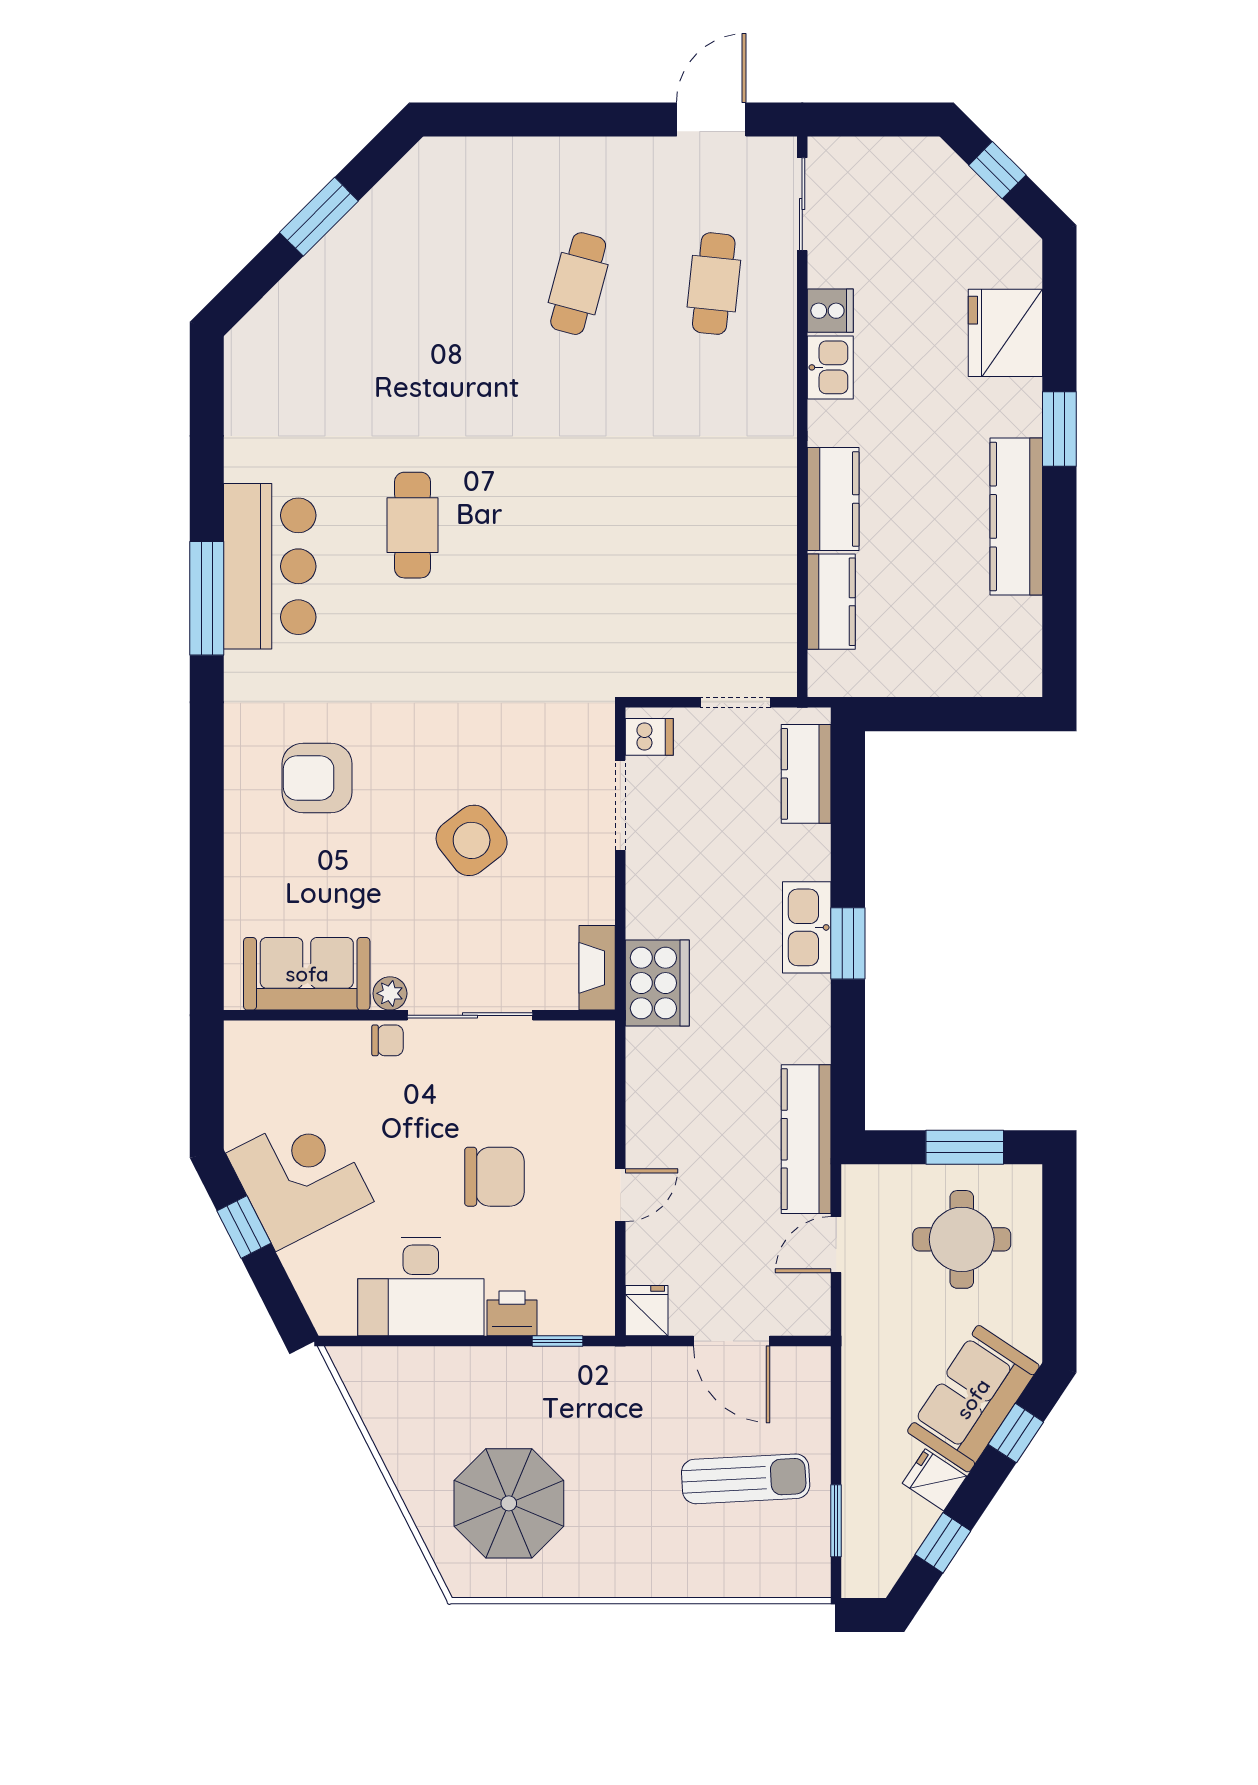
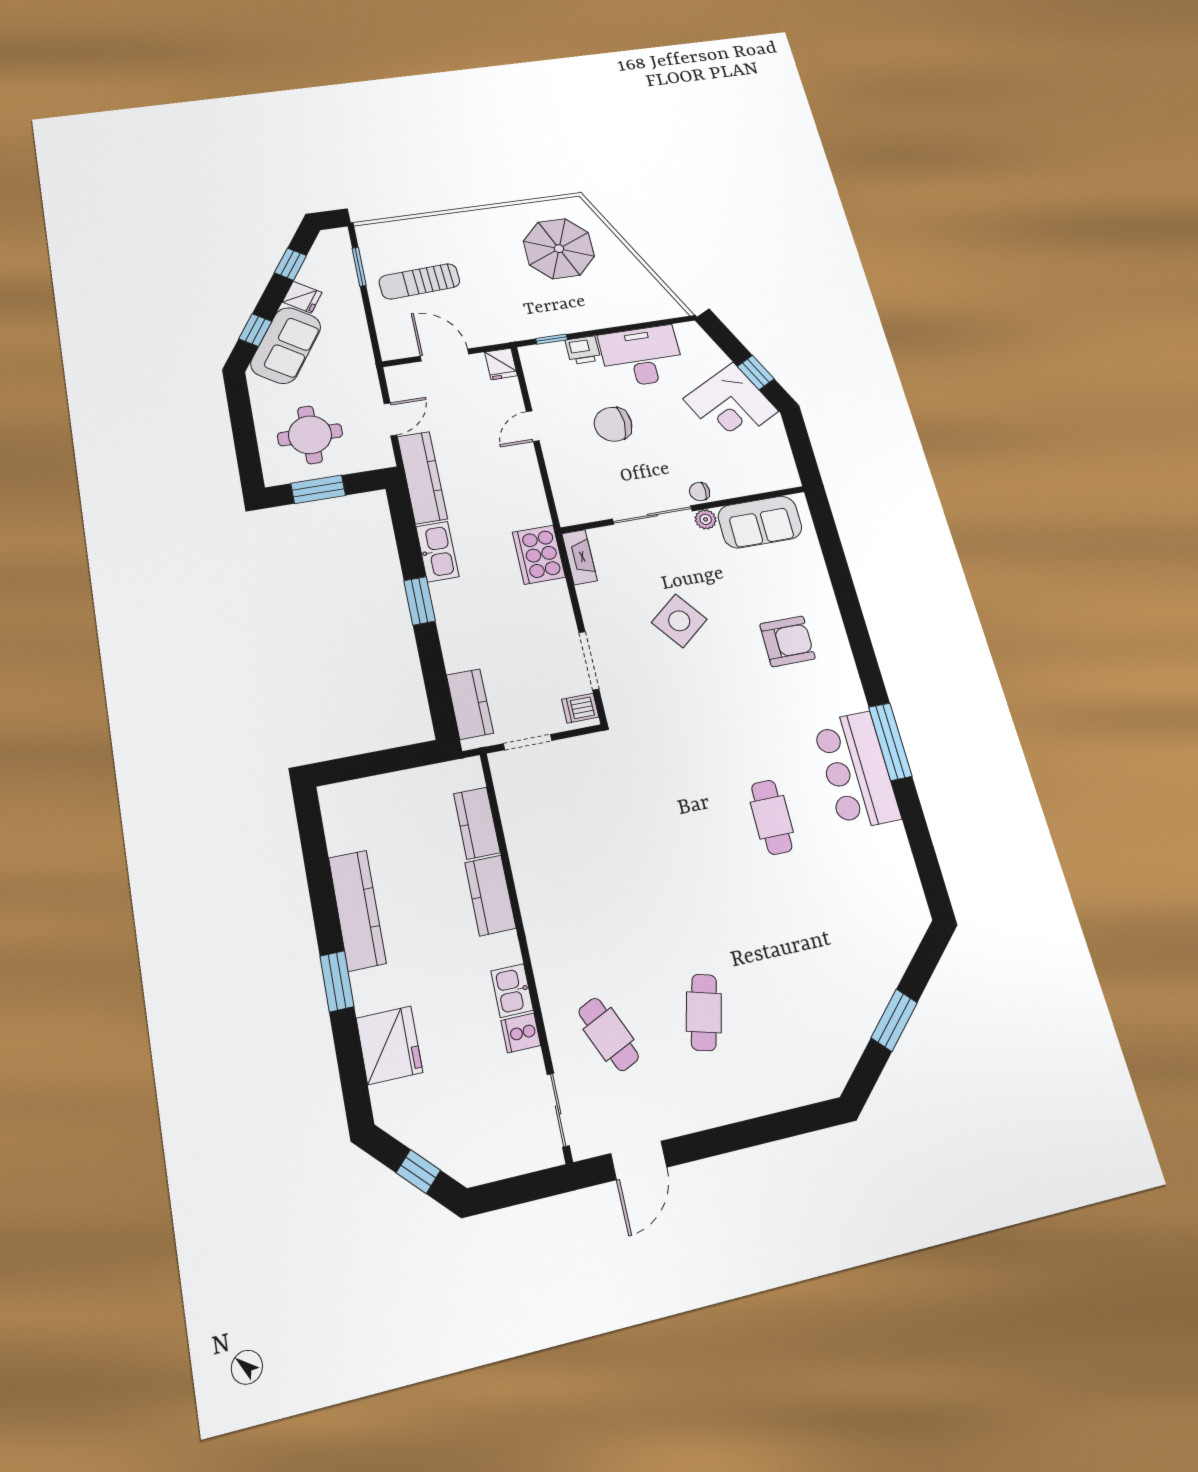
cafe table: (714, 284) -> (609, 1034), turned -30
kitchen sink: (807, 927) -> (437, 552), moved

